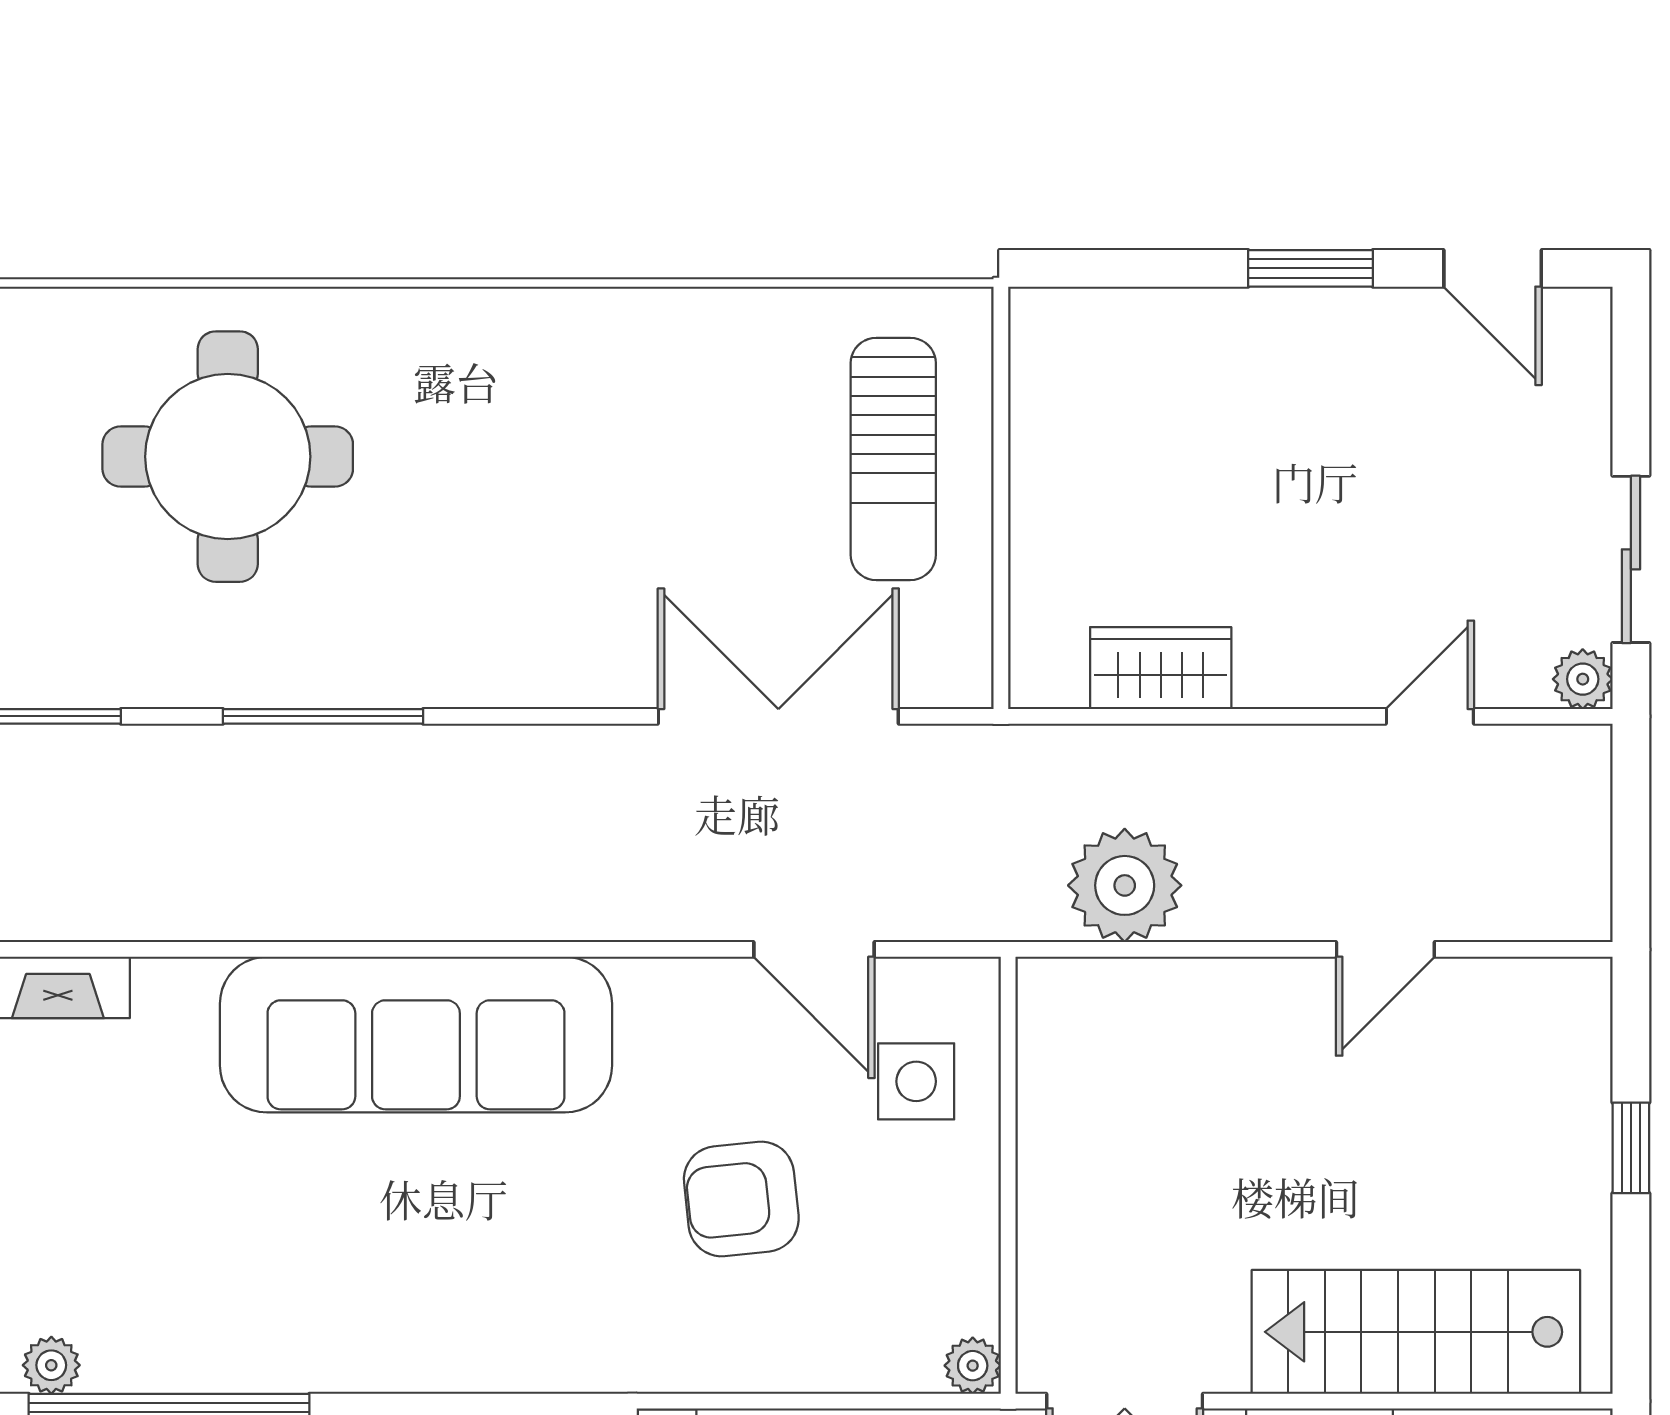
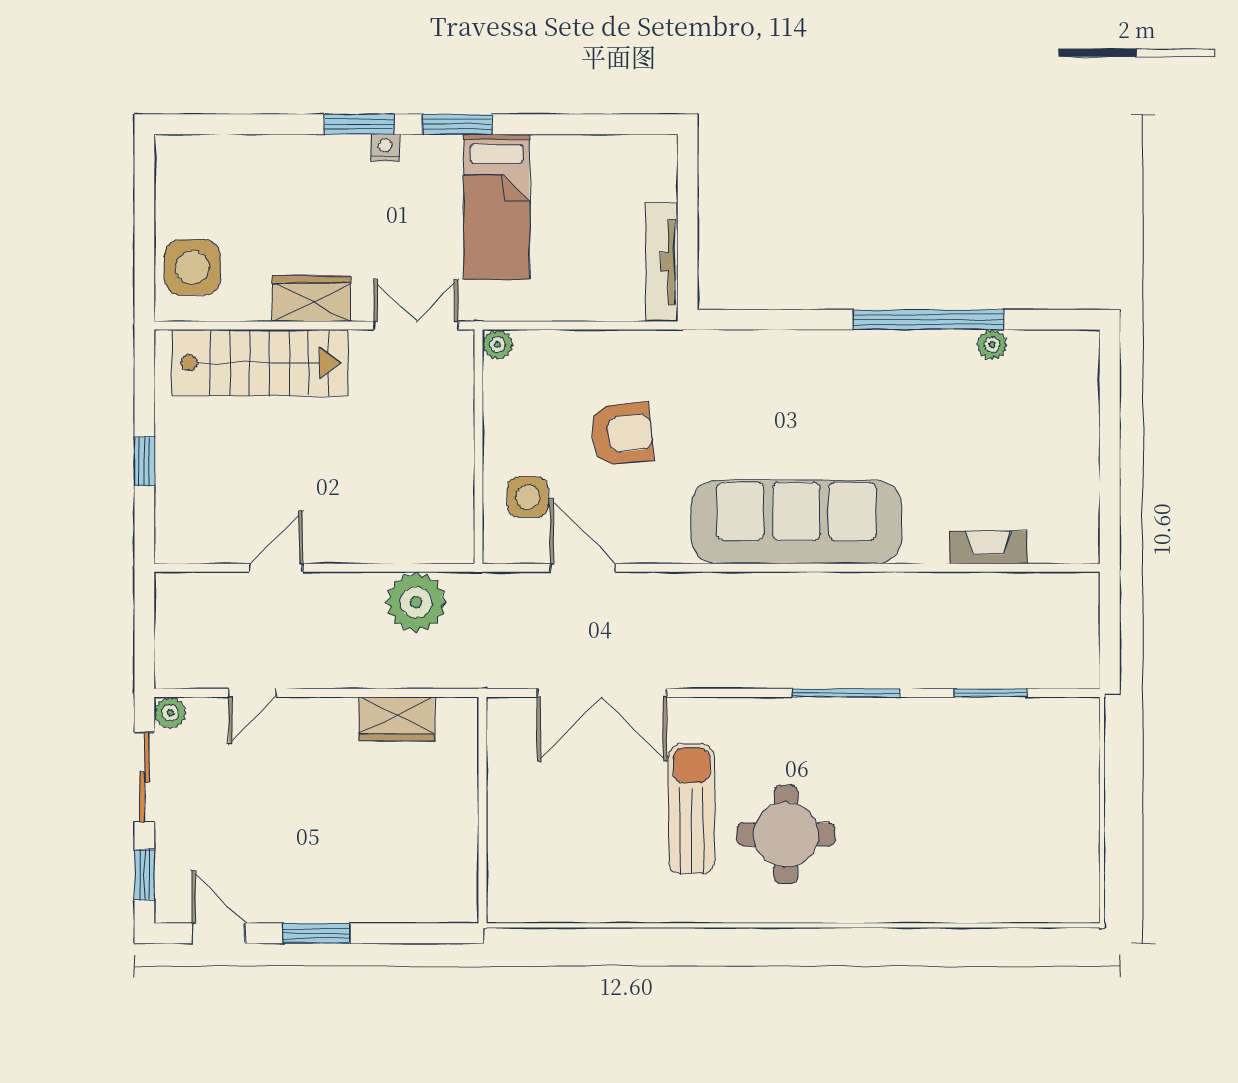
window: (1631, 377) -> (144, 875), added
round table: (228, 457) -> (786, 834), moved, width x0.73, depth x0.73
sun lounger: (893, 459) -> (691, 809), moved

